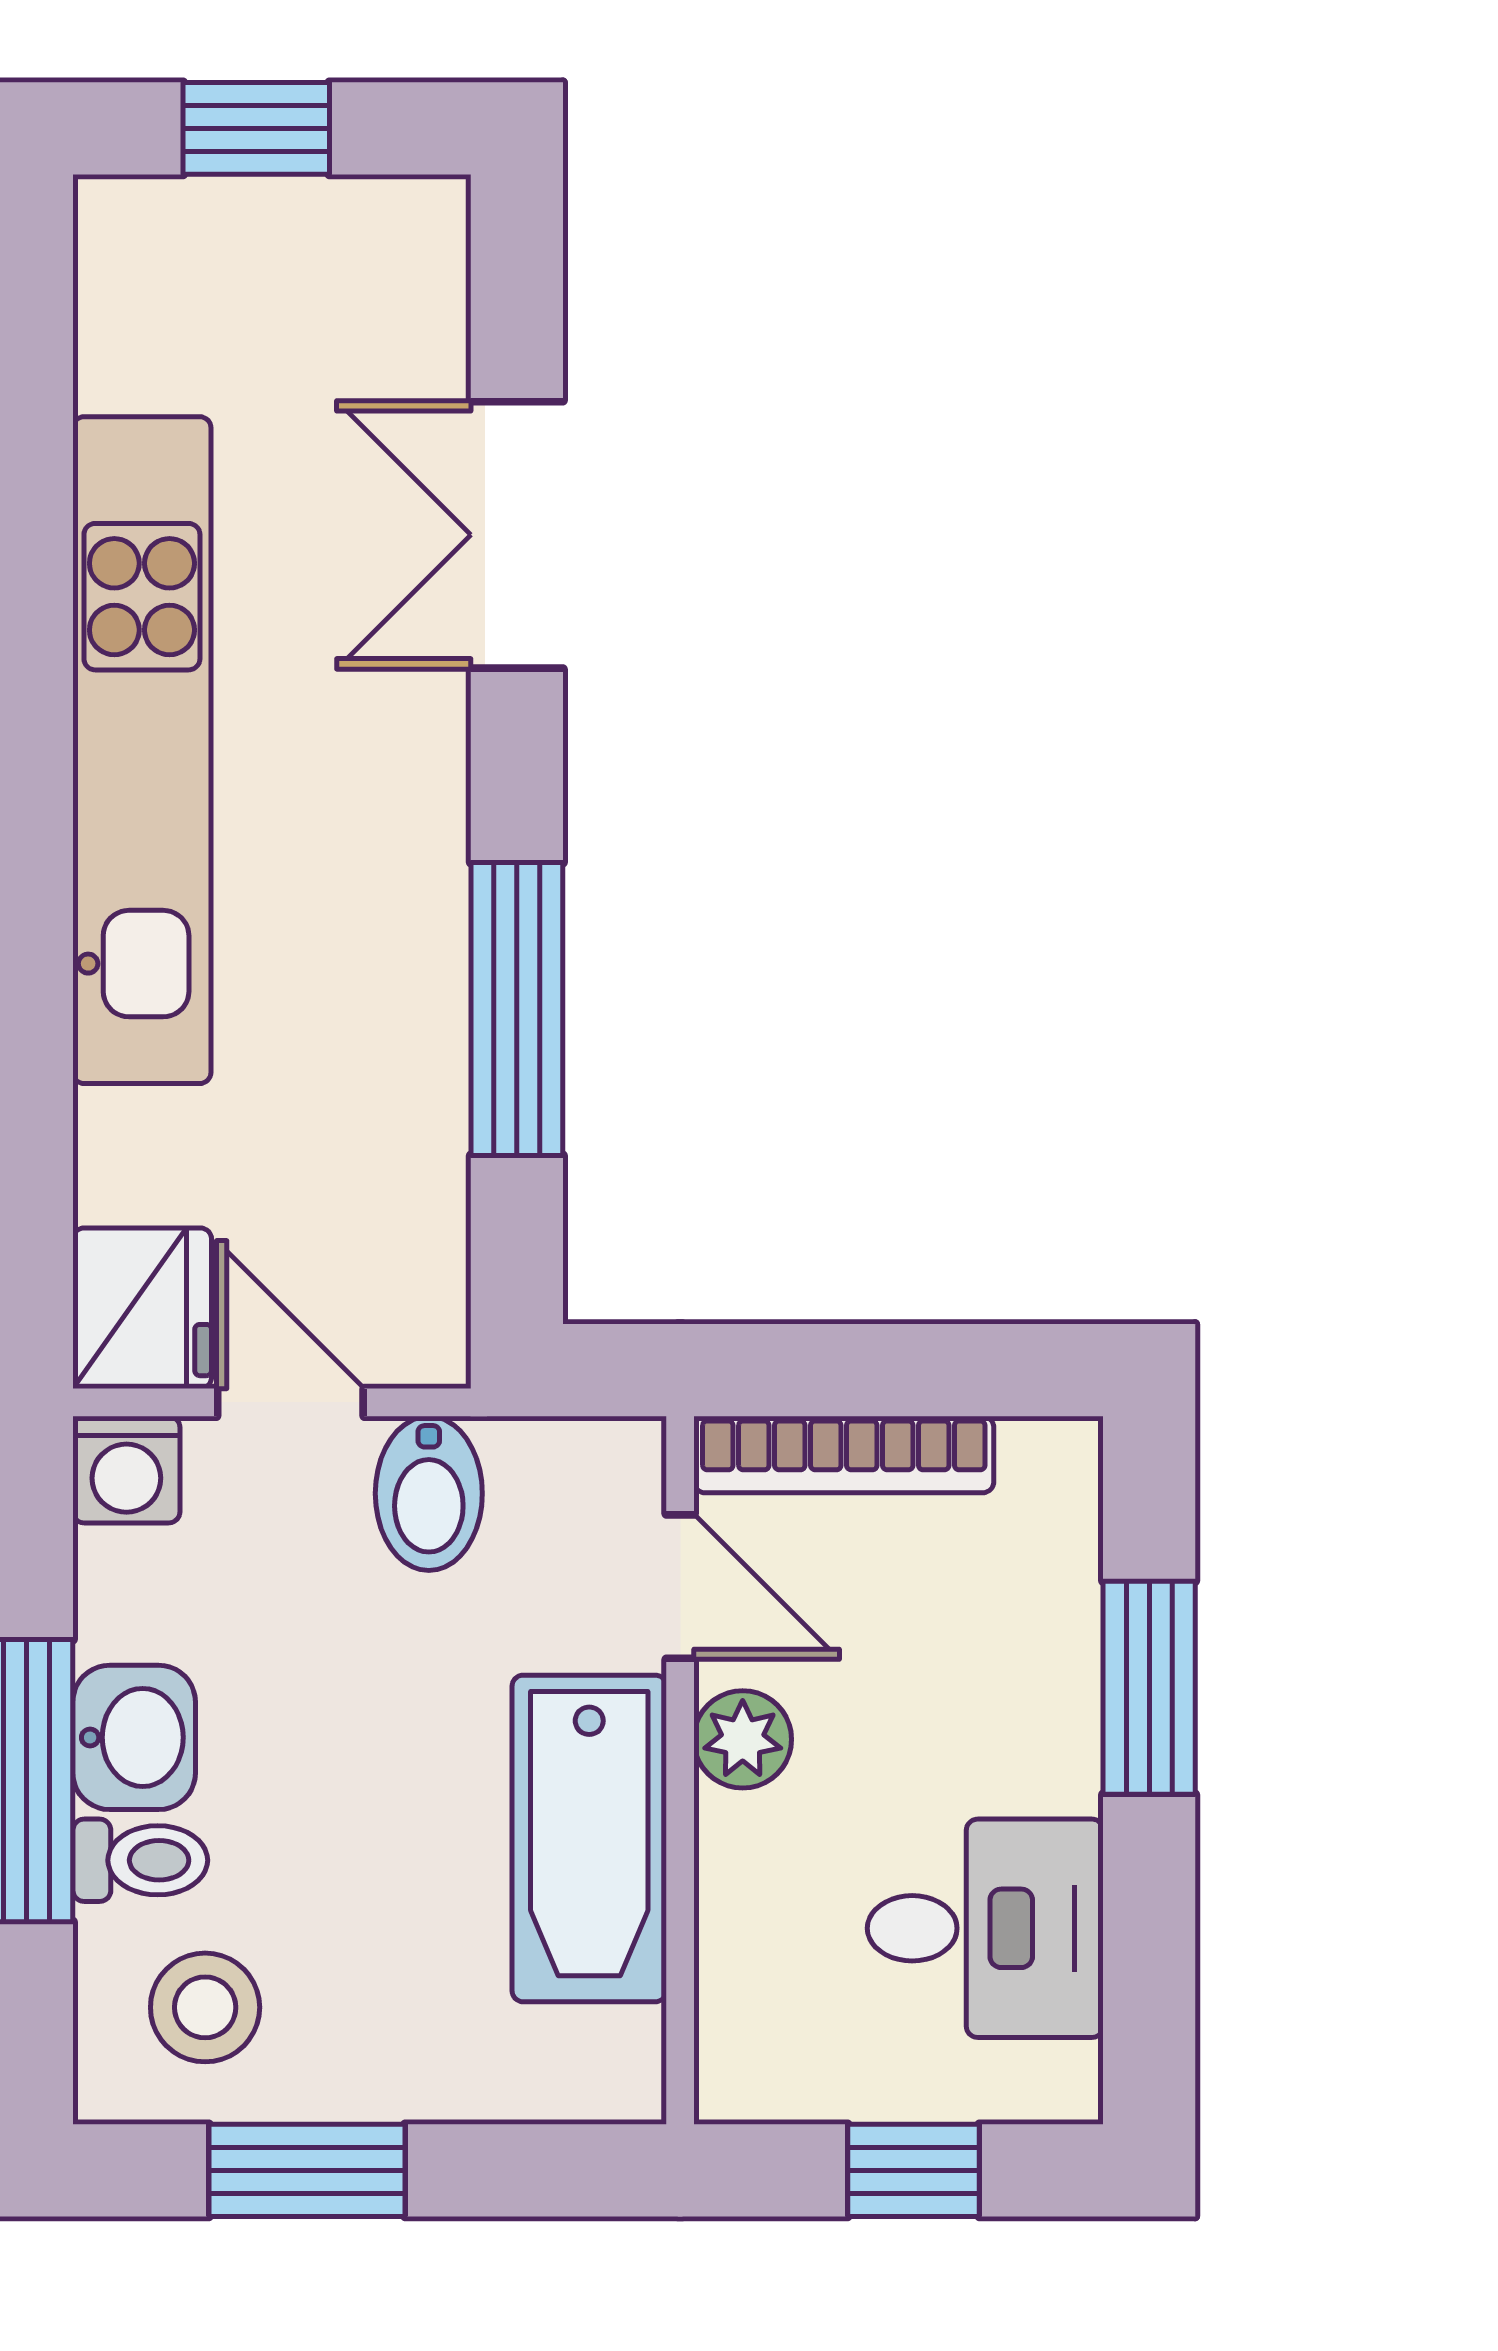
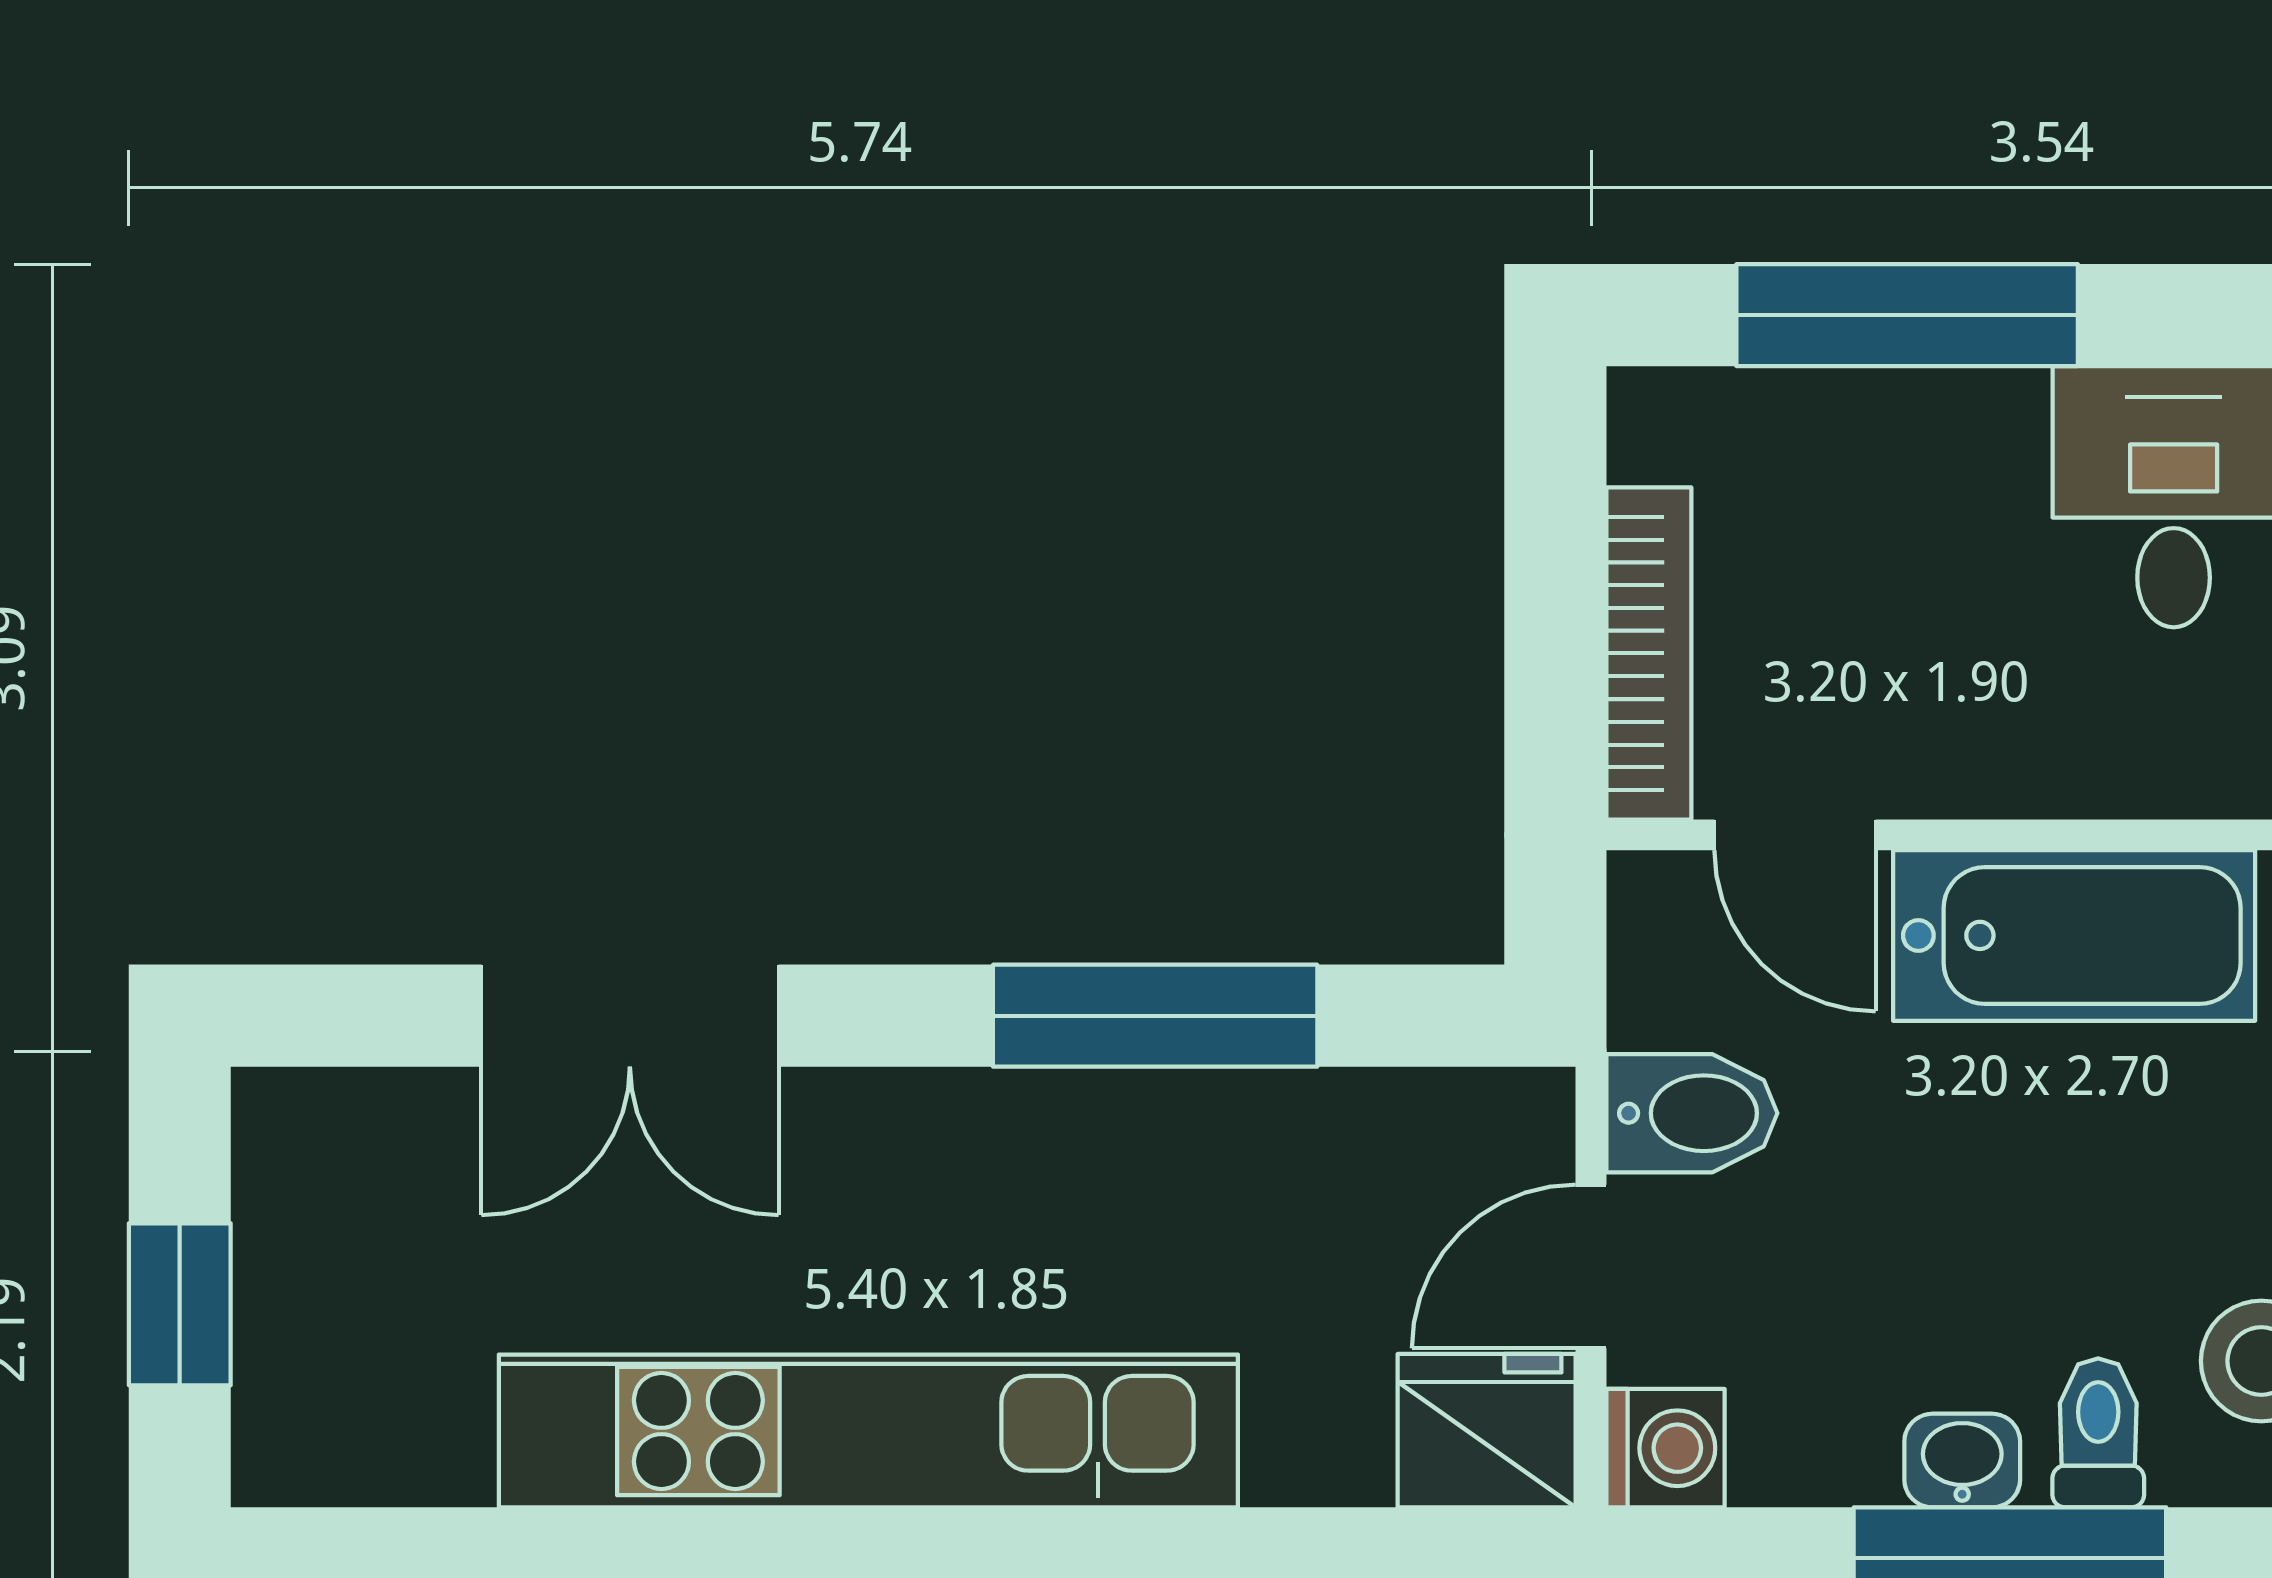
door: (680, 1587) -> (1795, 835), swing flipped
window: (1149, 1688) -> (1907, 315), width x1.44
washbasin: (134, 1737) -> (1962, 1461), width x0.72, depth x0.69
plant: (743, 1739) -> (1964, 765), removed

